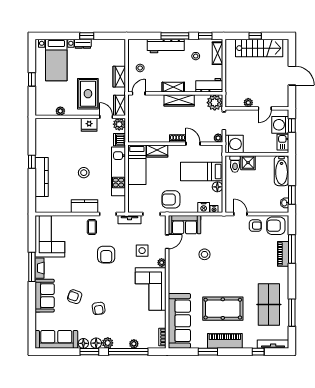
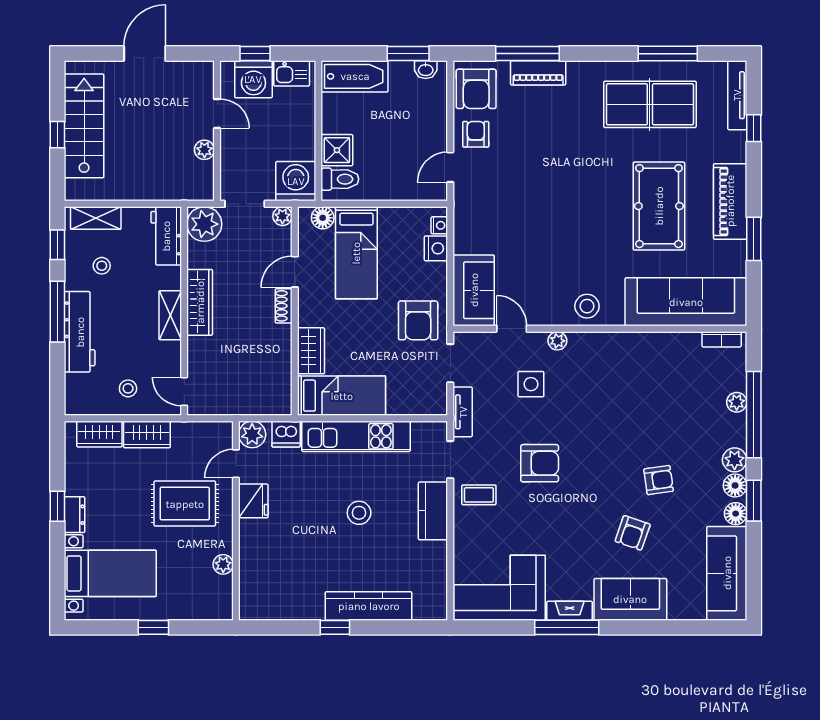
wardrobe: (119, 105) -> (99, 434), moved
floor lamp: (217, 187) -> (323, 218), moved
stool: (205, 254) -> (587, 306), moved
corner sofa: (151, 289) -> (616, 365), removed

